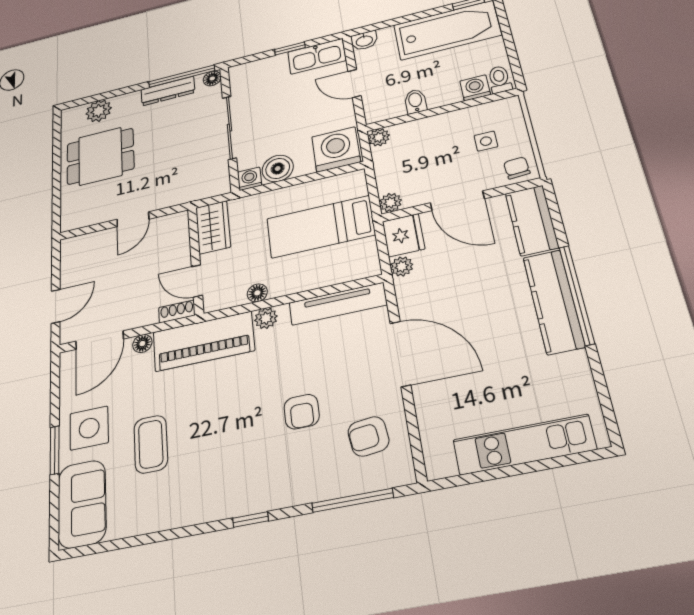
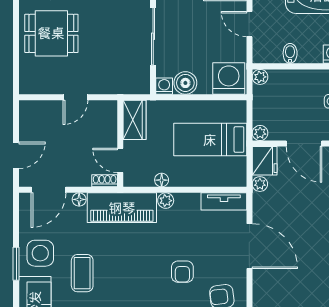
tv unit: (338, 304) -> (224, 201), width x0.71

